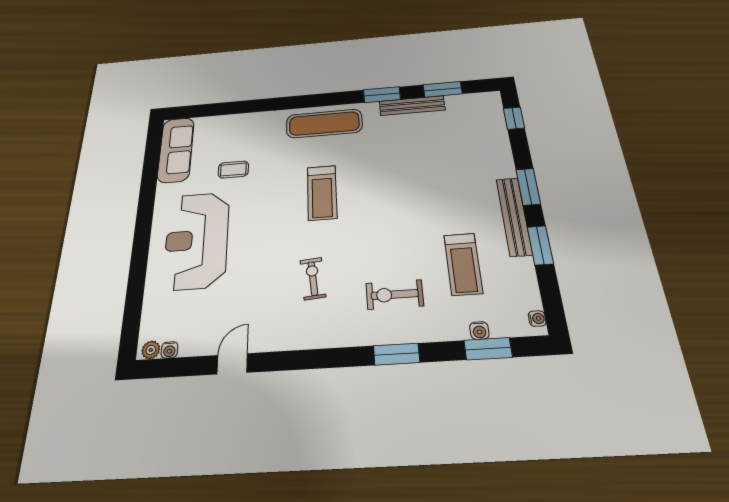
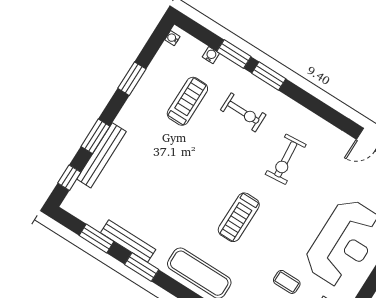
window: (528, 187) -> (95, 136), moved
treadmill: (322, 193) -> (239, 217), turned 180
bench: (514, 216) -> (101, 155), moved
exercise bike: (313, 278) -> (286, 159), width x1.38, depth x1.39
window: (488, 349) -> (234, 54), moved

